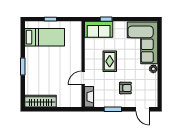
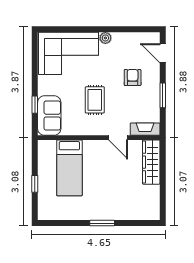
bed: (45, 37) -> (69, 168), moved, turned 180
rug: (110, 61) -> (95, 100), turned 90
wardrobe: (40, 101) -> (151, 162), moved
door: (143, 109) -> (163, 53), swing flipped

